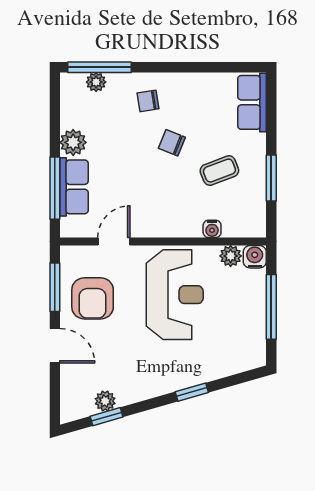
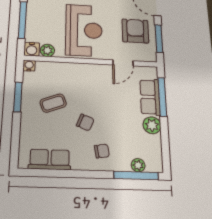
row of seats: (252, 102) -> (50, 159), moved, turned -90
water cooler: (212, 229) -> (29, 66), moved
reception desk: (175, 295) -> (84, 30), turned 180

